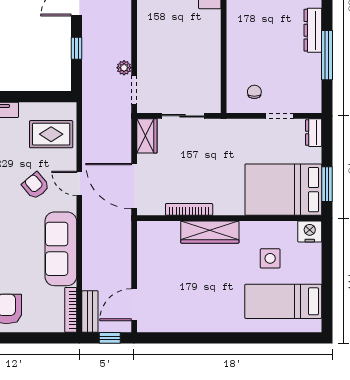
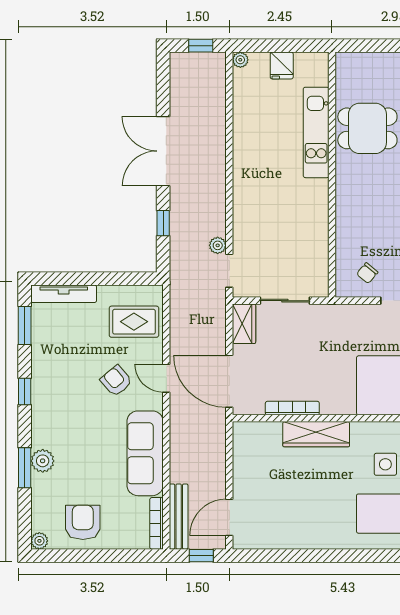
chair: (254, 92) -> (367, 273), turned -140
bench: (90, 312) -> (179, 517), width x1.36

